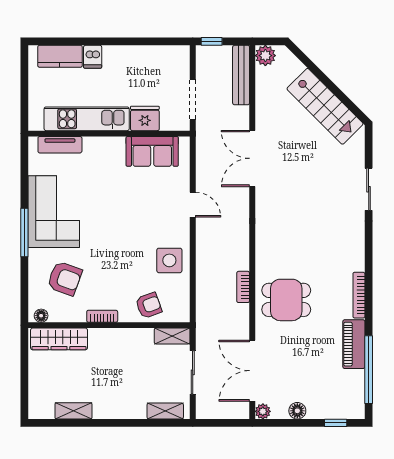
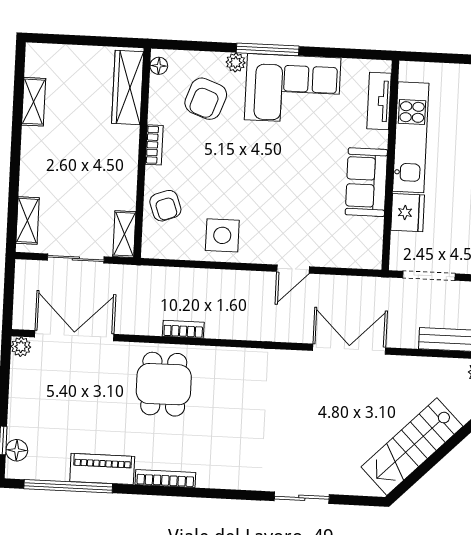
sofa: (152, 151) -> (366, 182), moved
plant: (36, 257) -> (236, 62), added
floor lamp: (297, 411) -> (17, 450), moved

